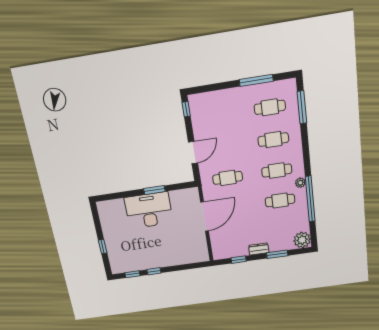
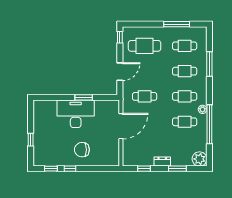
window: (302, 107) -> (209, 64), moved
cafe table: (219, 115) -> (145, 46), added
chair: (164, 249) -> (82, 150), added

